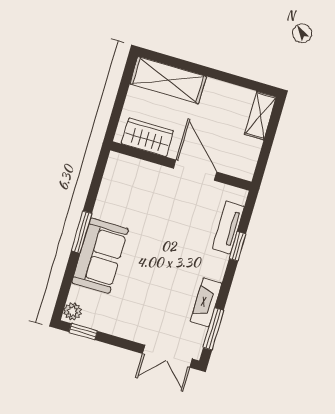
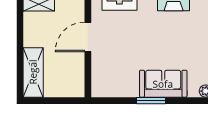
wardrobe: (147, 137) -> (75, 75), removed

